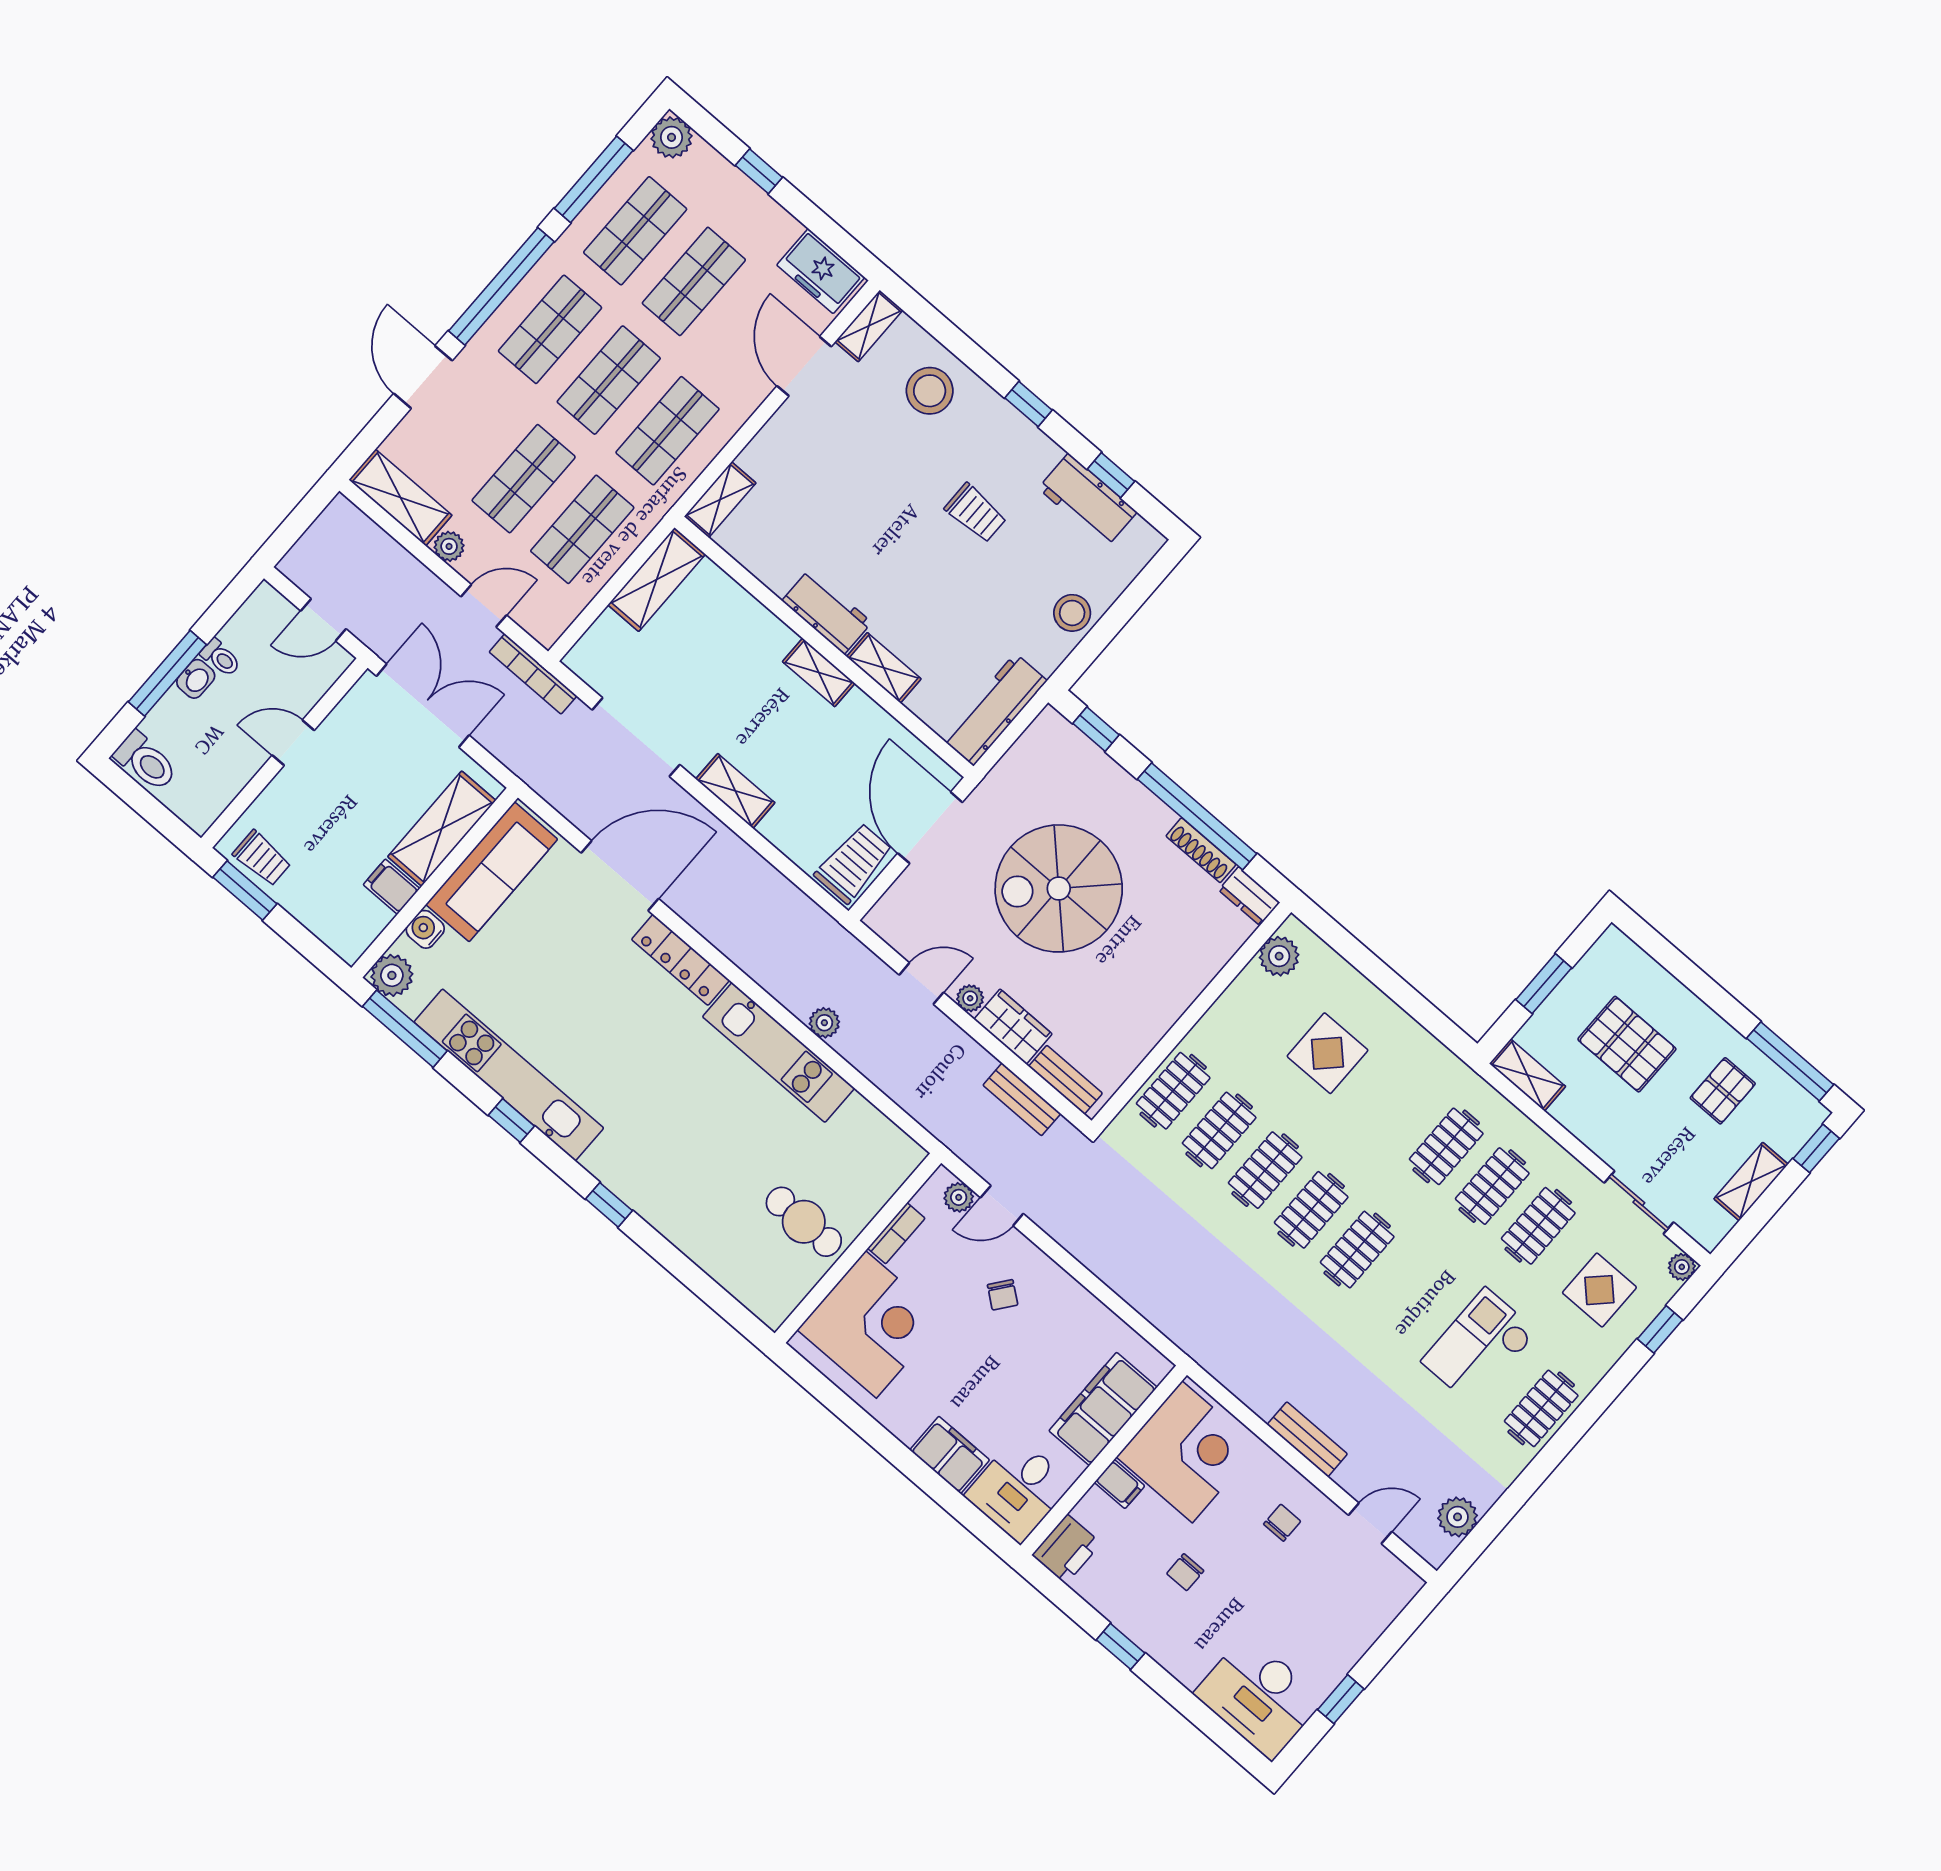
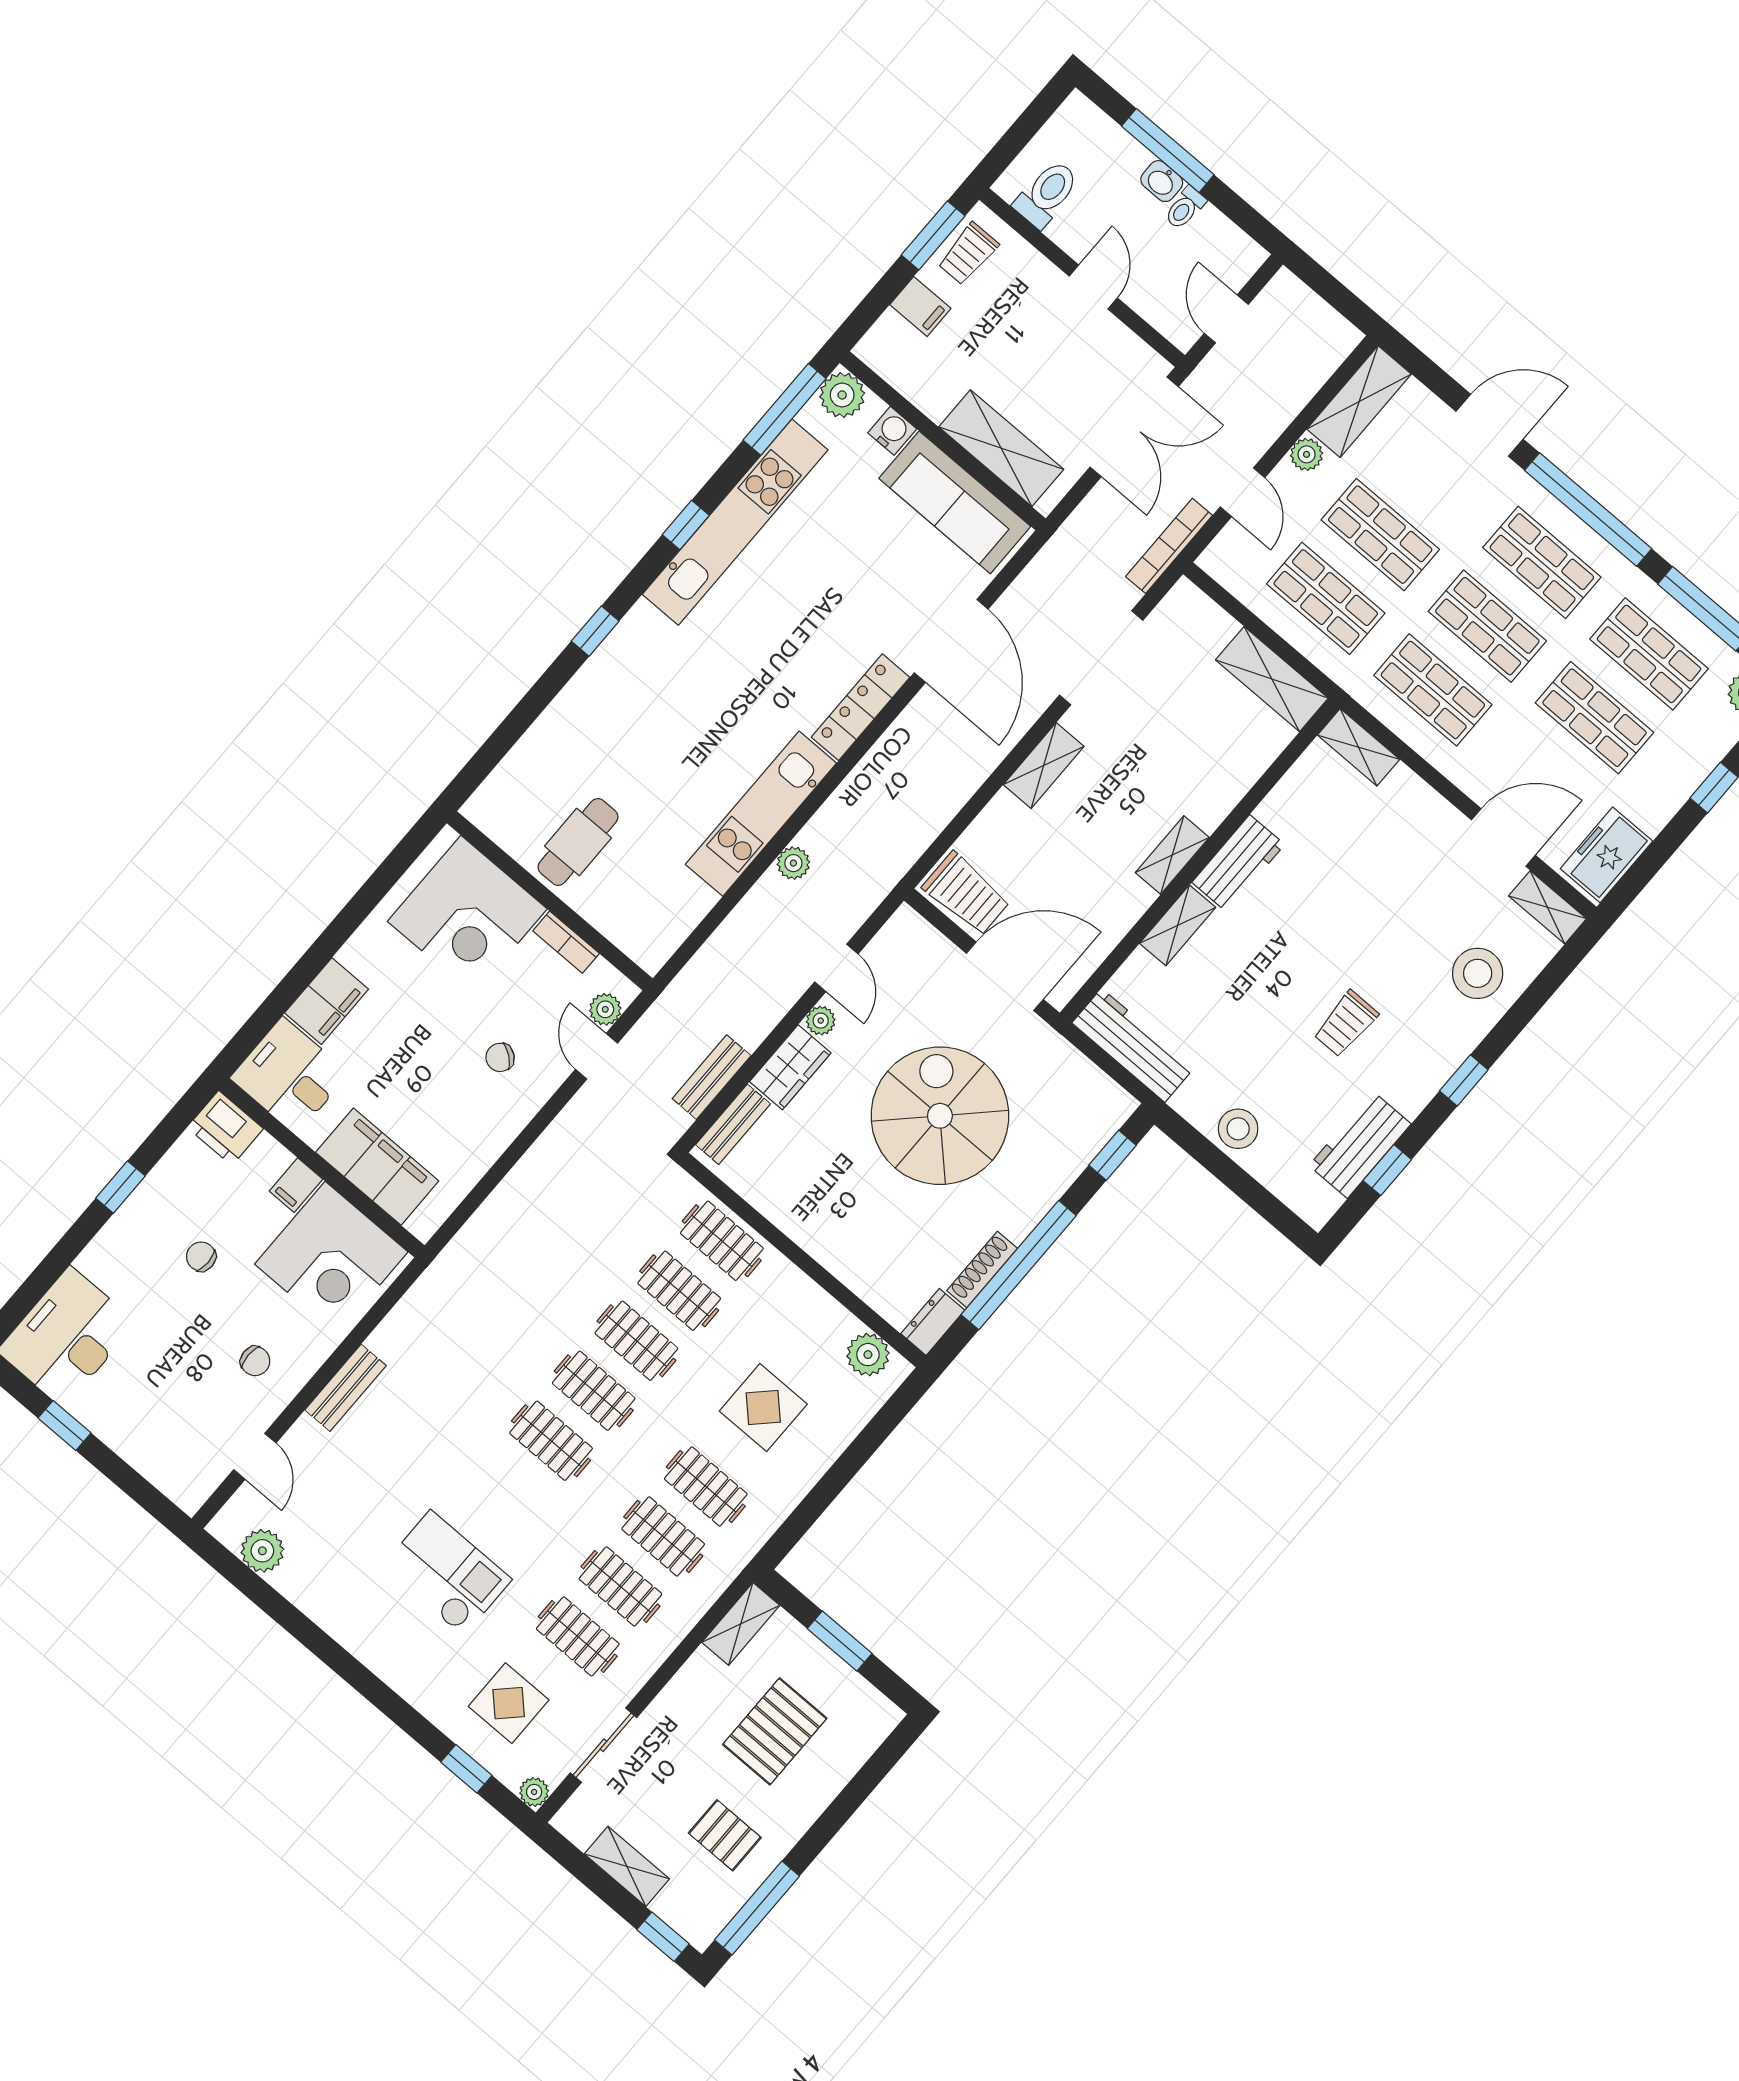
toilet: (146, 761) -> (1047, 194), moved, turned 180
filing cabinet: (391, 887) -> (920, 307), moved, turned 90
clothes rail: (1541, 1408) -> (706, 1486), moved

